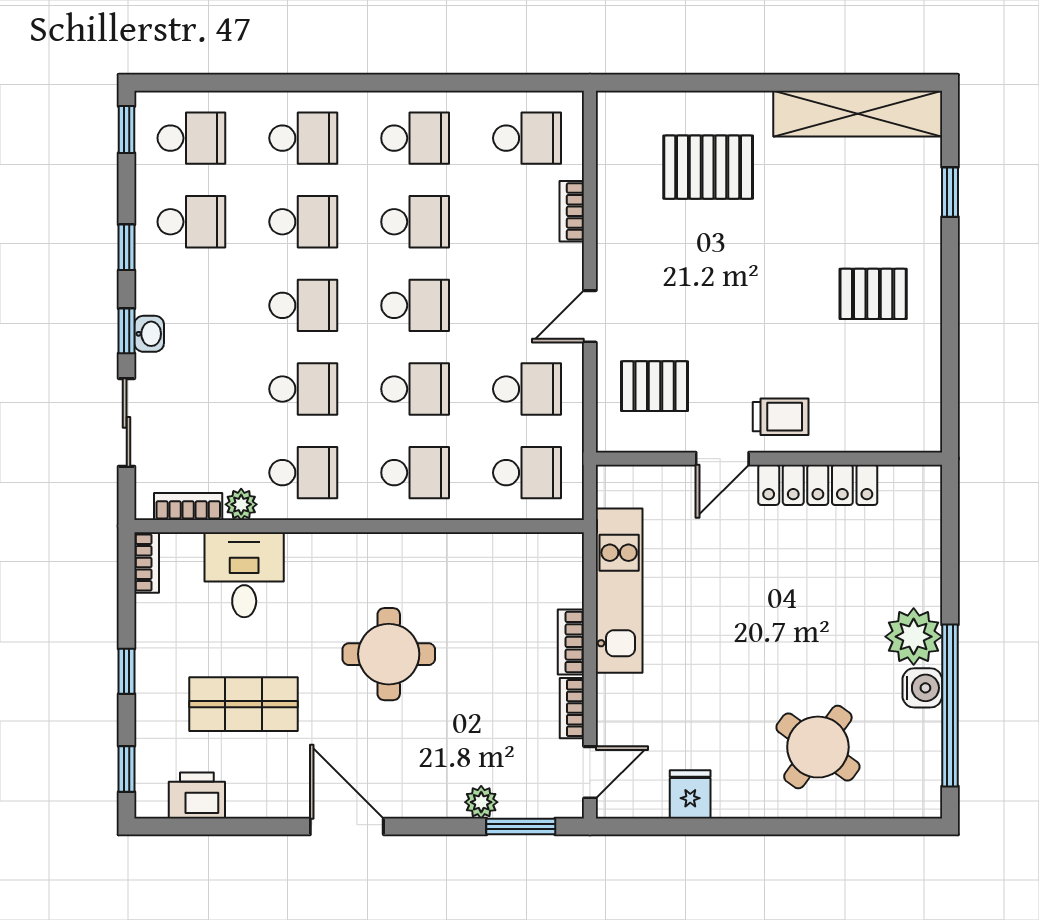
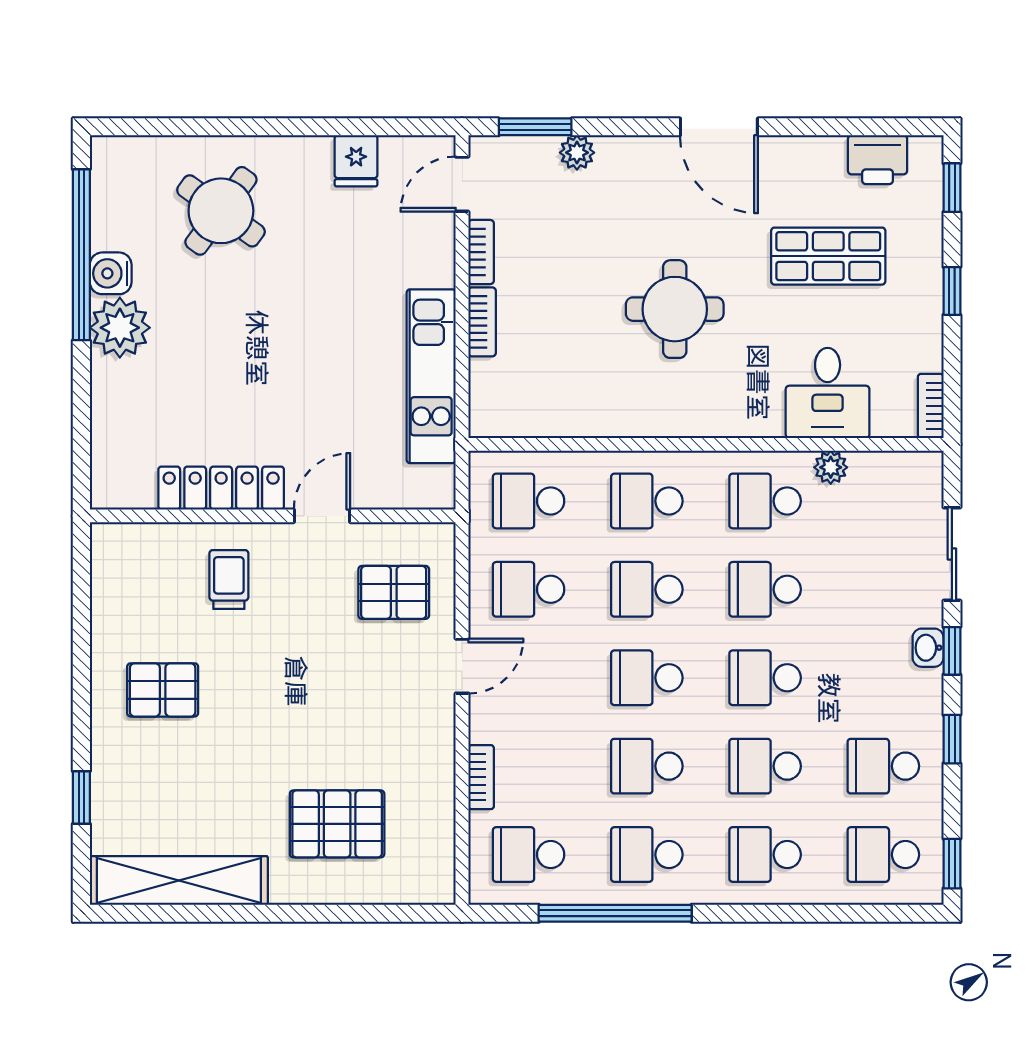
window: (445, 83) -> (615, 913), added
trolley: (781, 417) -> (229, 579), moved, turned 90
bookcase: (188, 507) -> (887, 465), removed

